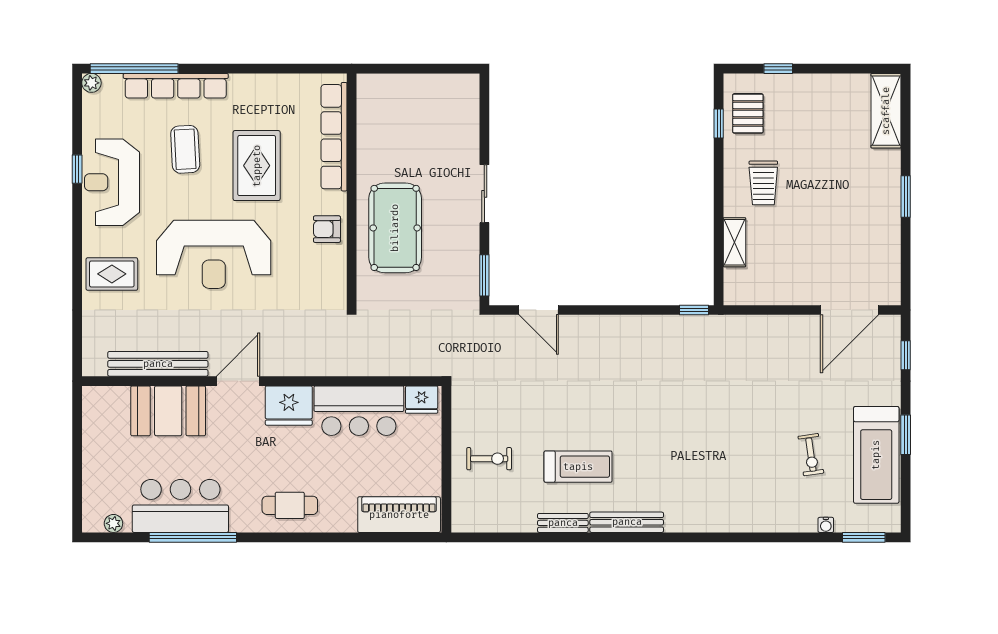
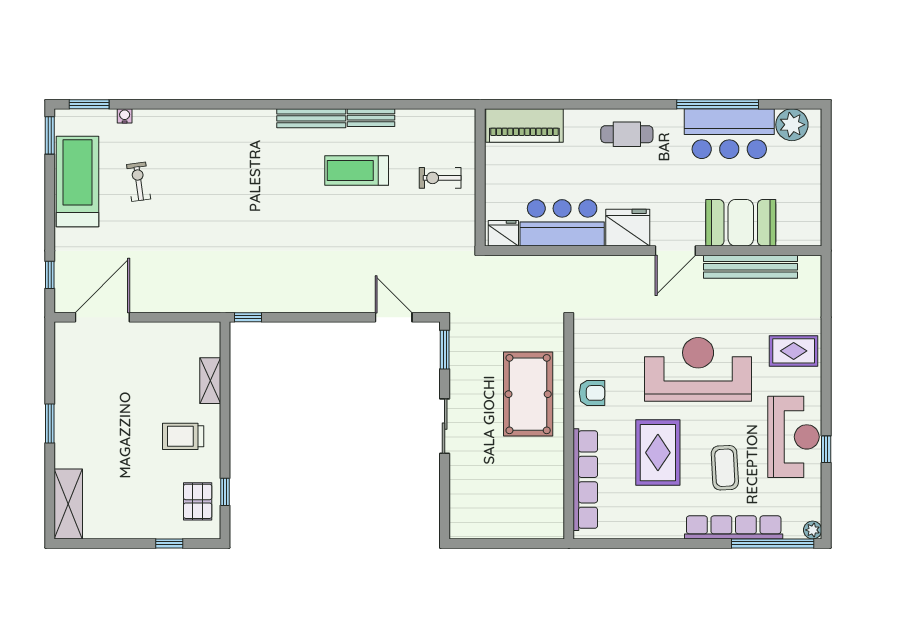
trolley: (763, 183) -> (183, 436), turned -90
window: (906, 435) -> (50, 135), moved
plant: (113, 523) -> (792, 125), width x1.88, depth x1.88

